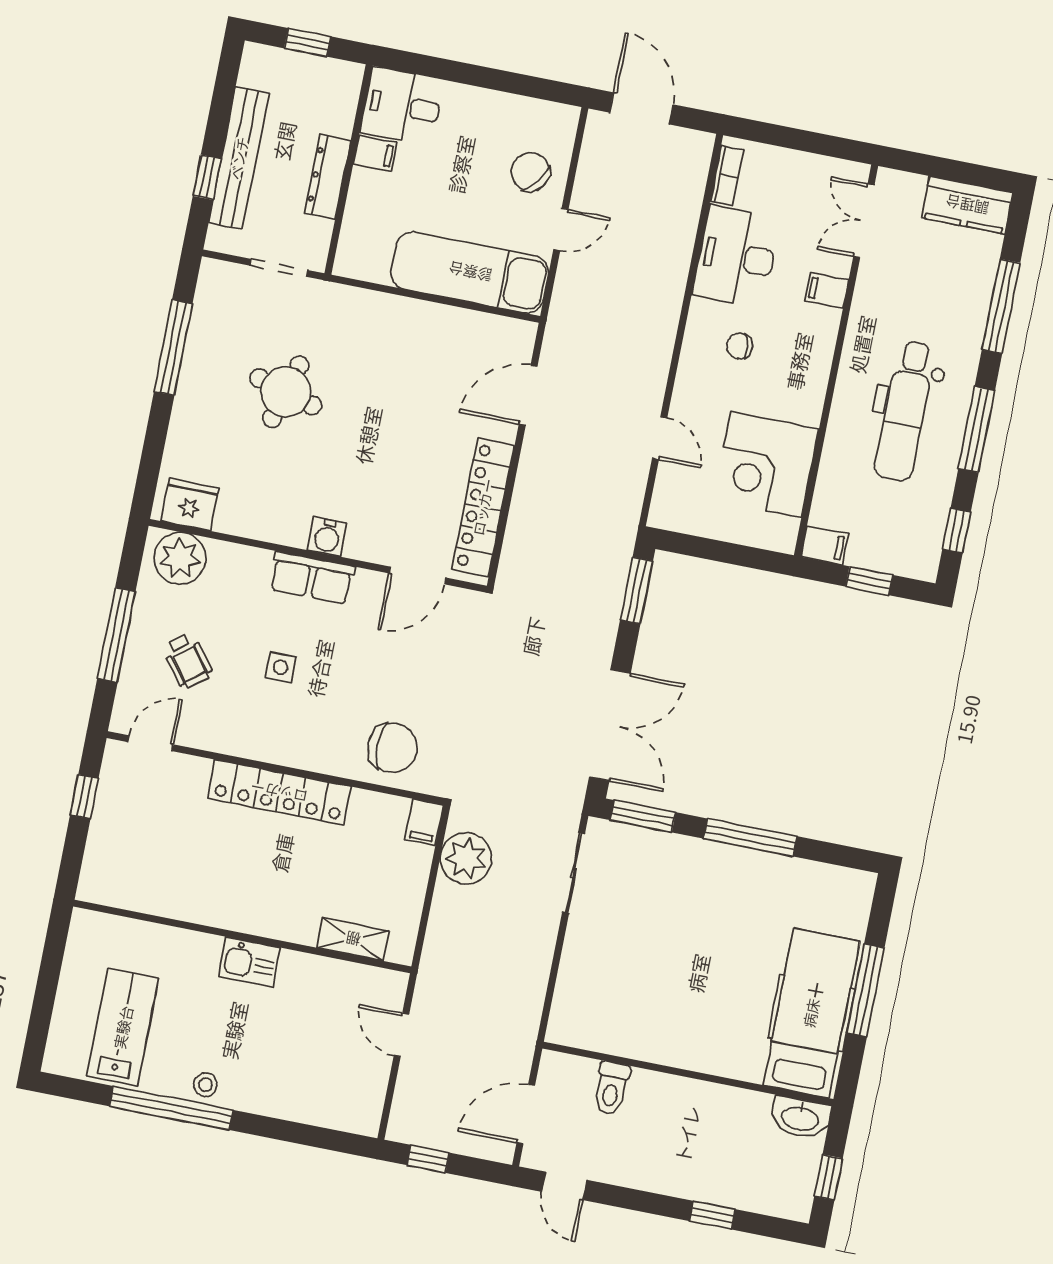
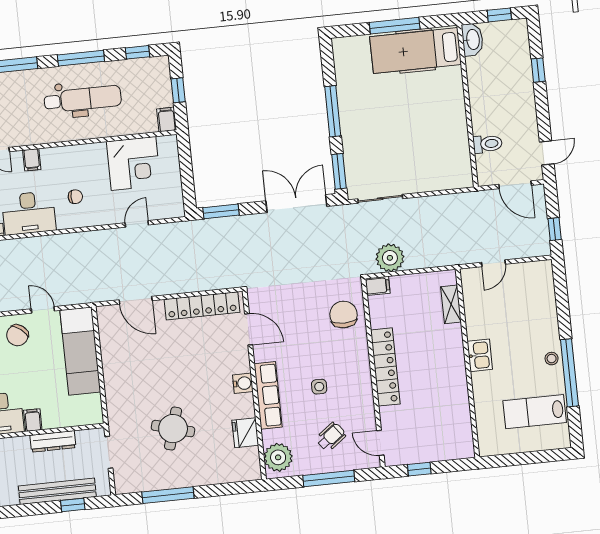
chair: (740, 346) -> (75, 197), turned -82
fridge: (190, 505) -> (245, 433), moved
row of seats: (312, 578) -> (268, 395), width x1.48

